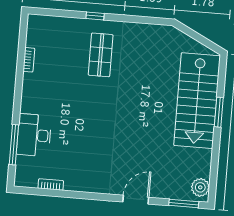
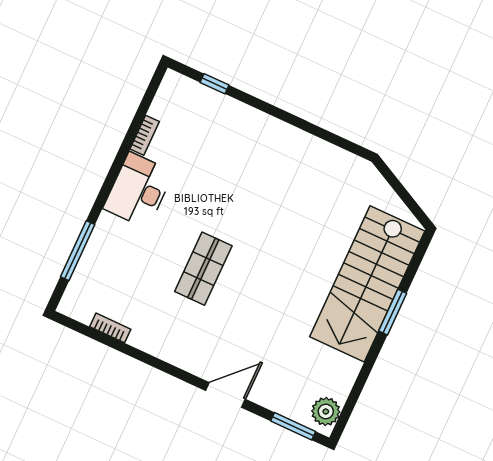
window: (95, 16) -> (214, 84), moved
shop shelf: (101, 55) -> (203, 269), moved
desk: (34, 135) -> (138, 190), moved

